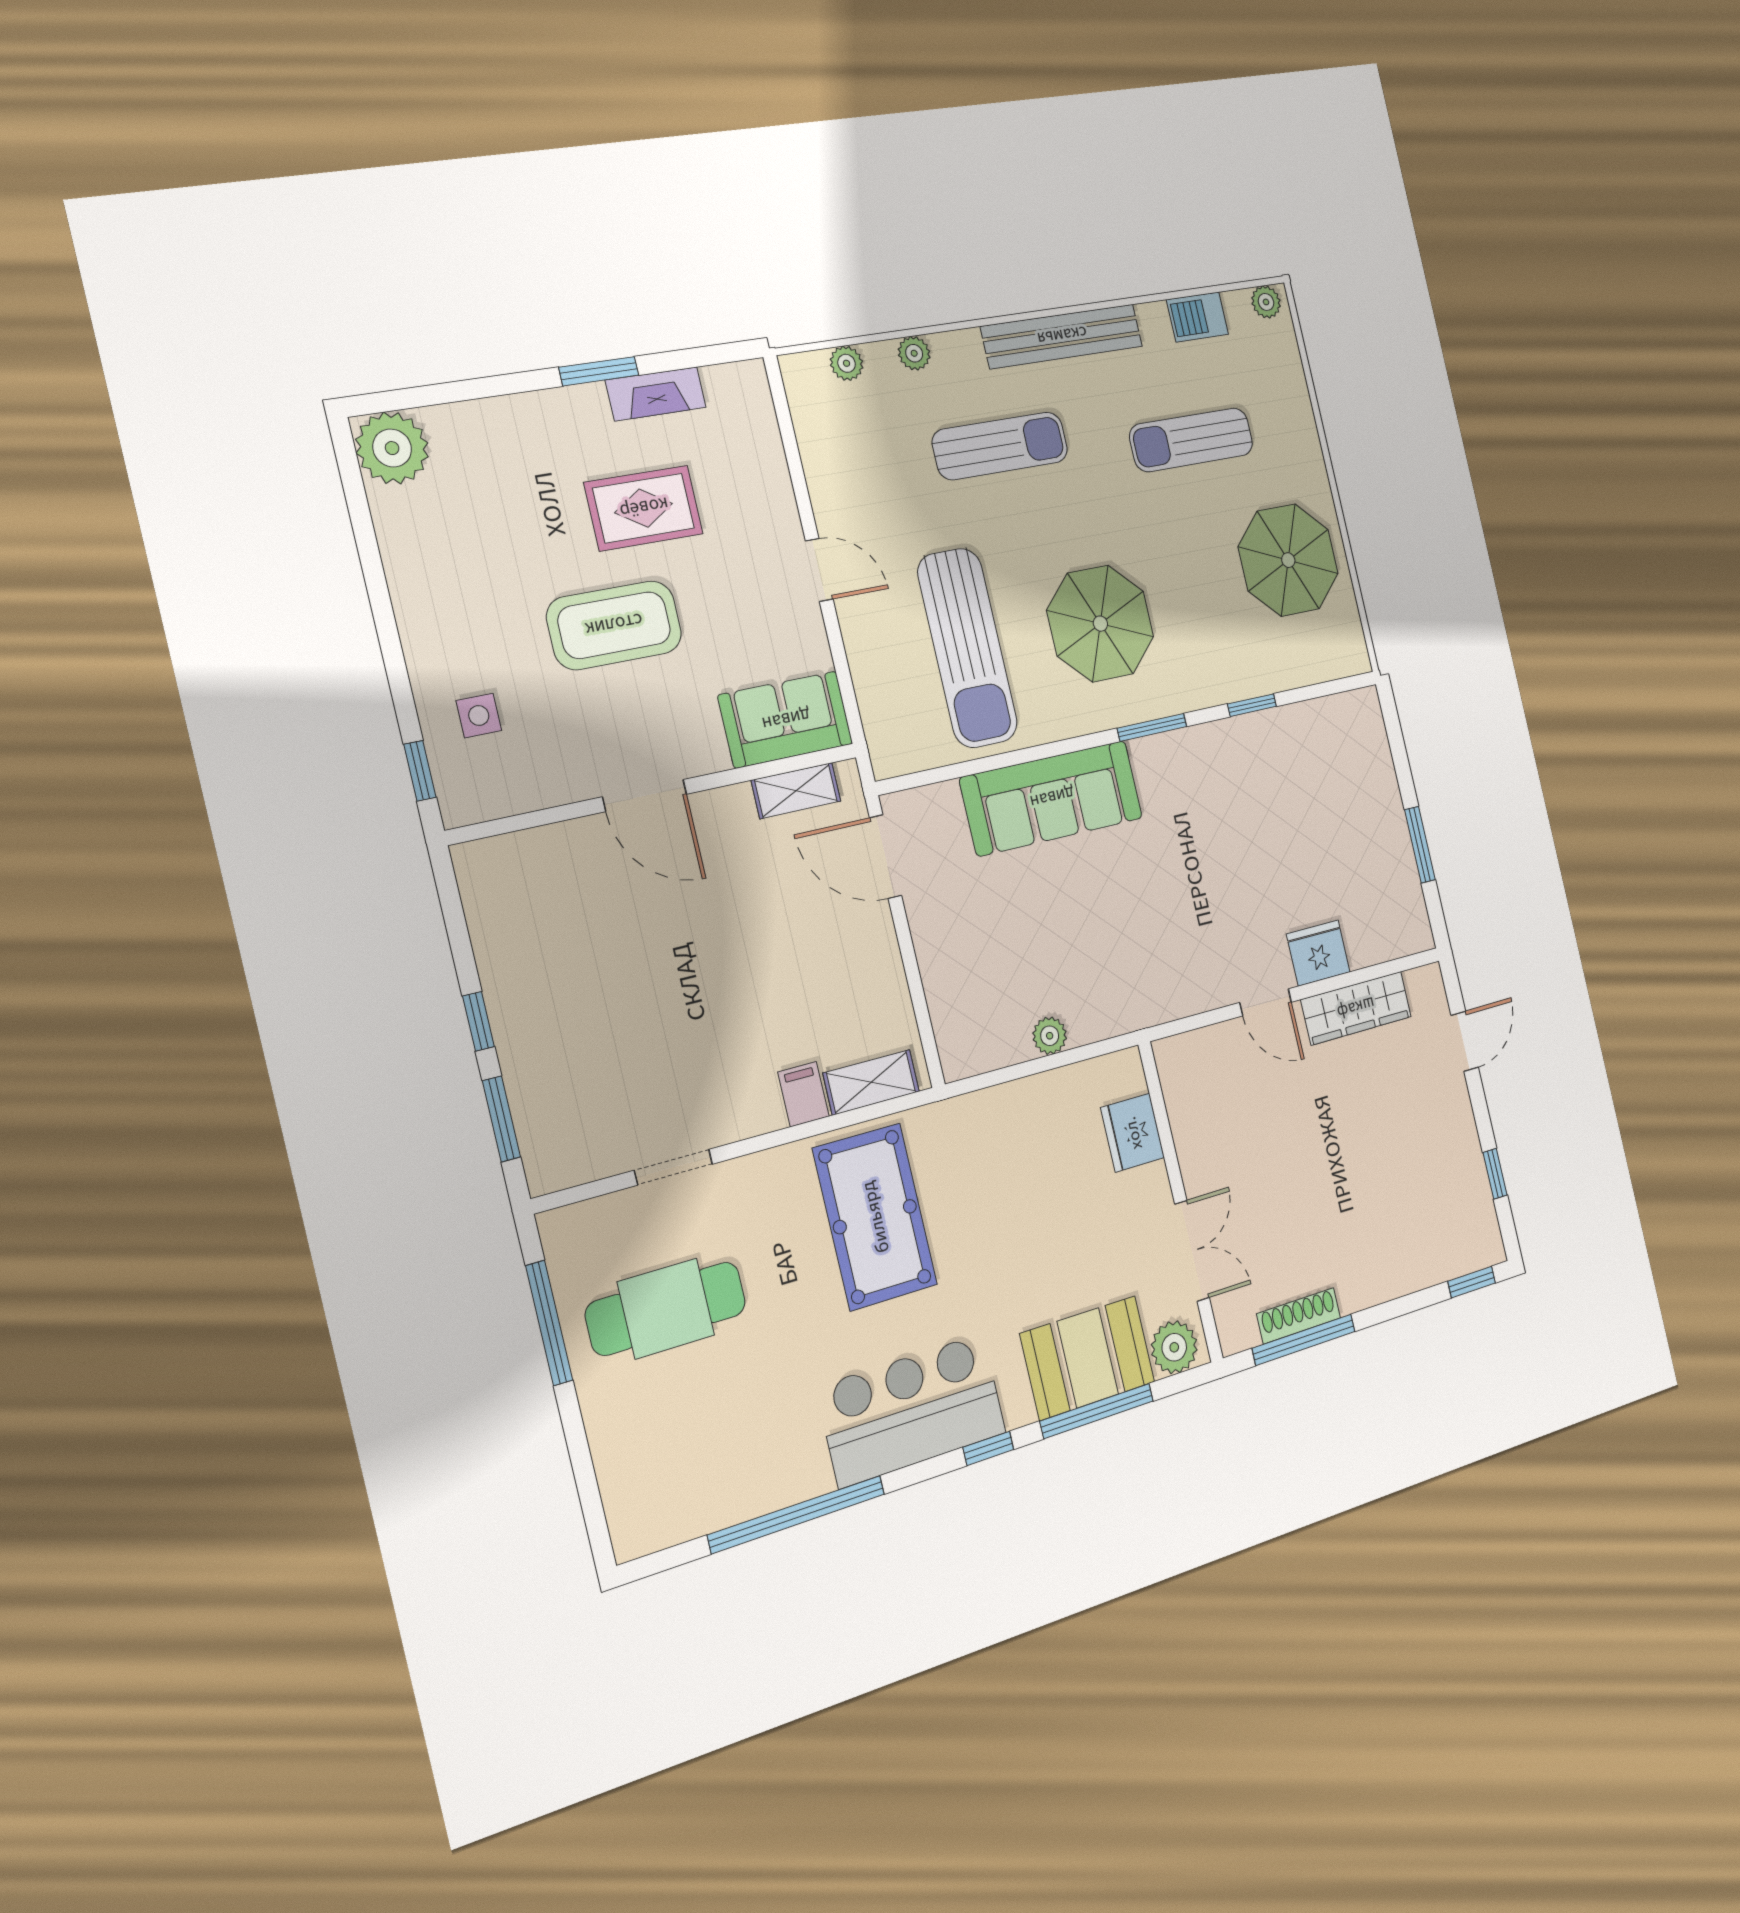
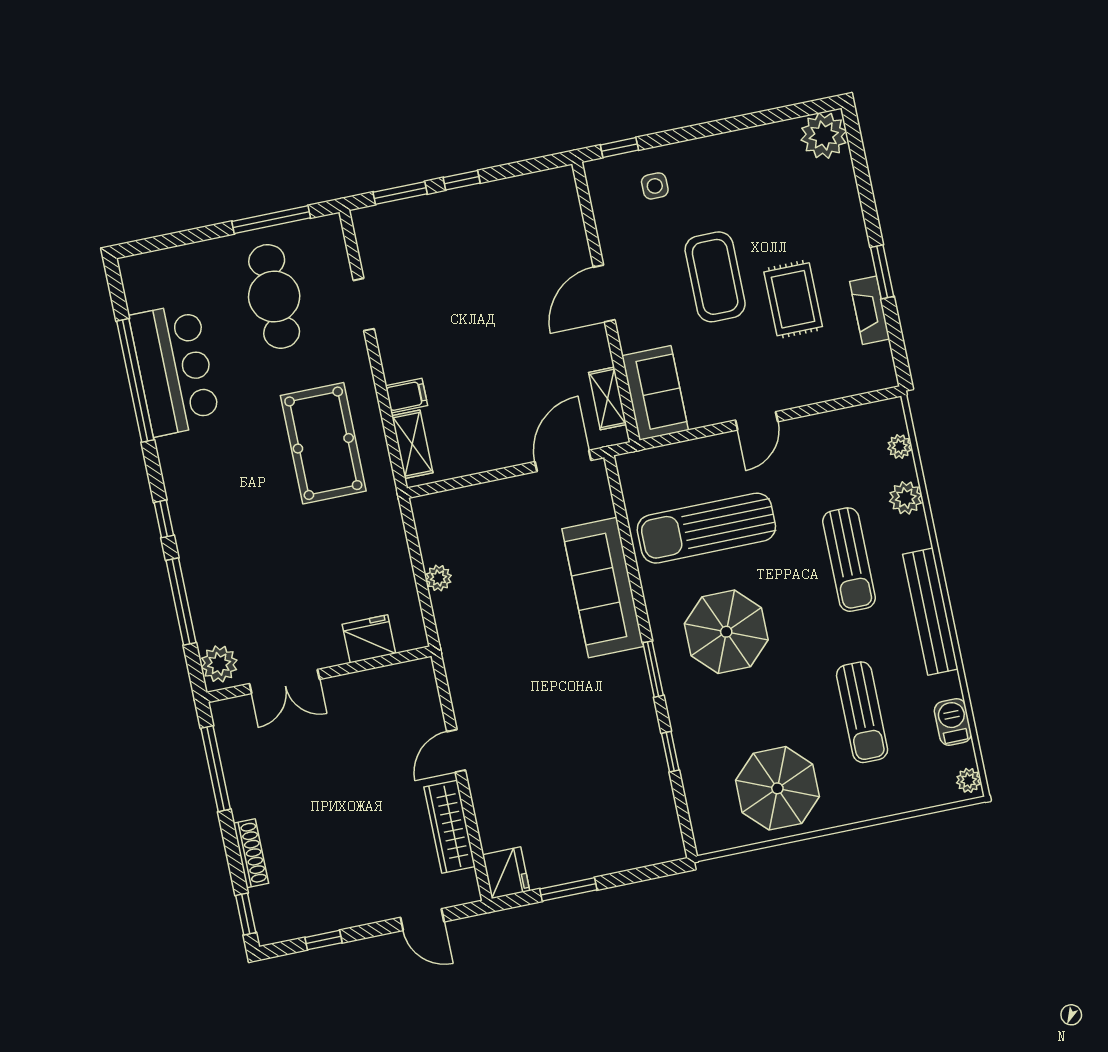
plant: (914, 353) -> (906, 498), width x1.38, depth x1.38
sun lounger: (1191, 440) -> (862, 712), turned 180
fridge: (1318, 953) -> (506, 873), moved
pool table: (875, 1217) -> (323, 443), turned 90
shoe rack: (1299, 1316) -> (251, 853), moved
booth: (1088, 1358) -> (217, 596), removed
bar counter: (912, 1410) -> (175, 369), moved

